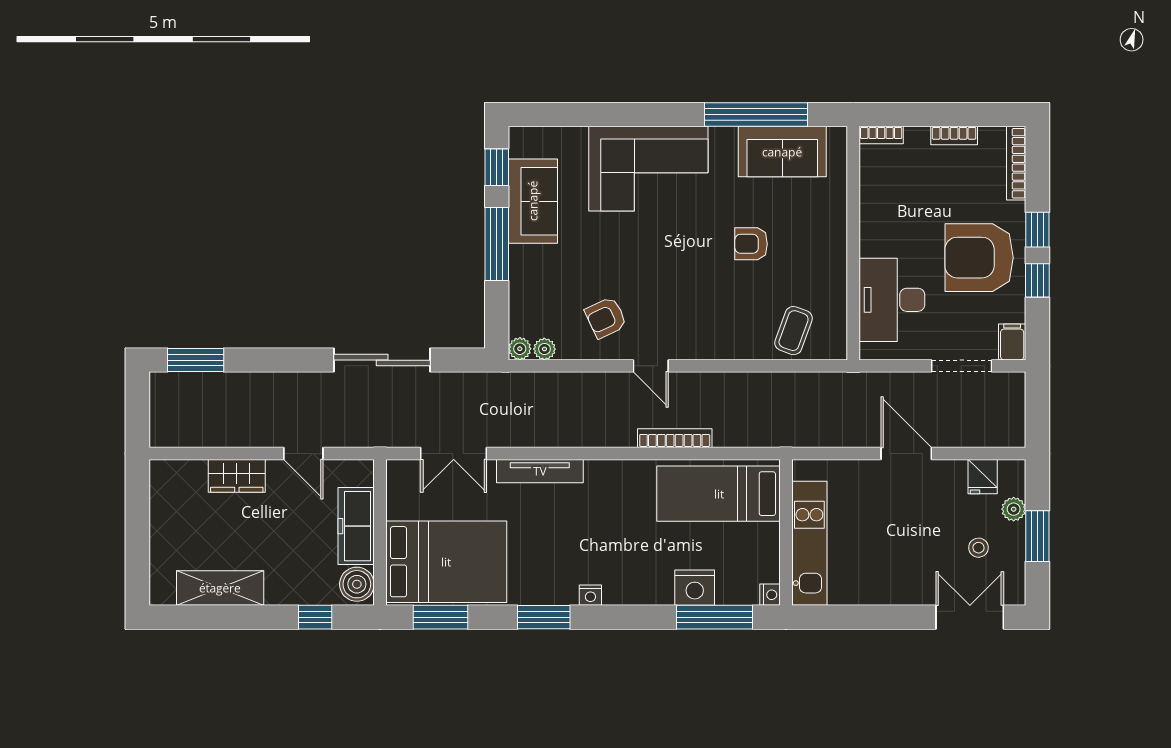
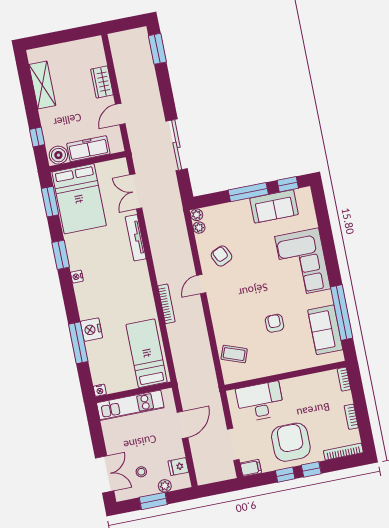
bed: (719, 494) -> (147, 353), moved
wall: (786, 532) -> (134, 392), moved
kitchen unit: (809, 543) -> (130, 405), moved
nightstand: (770, 595) -> (100, 390), moved

